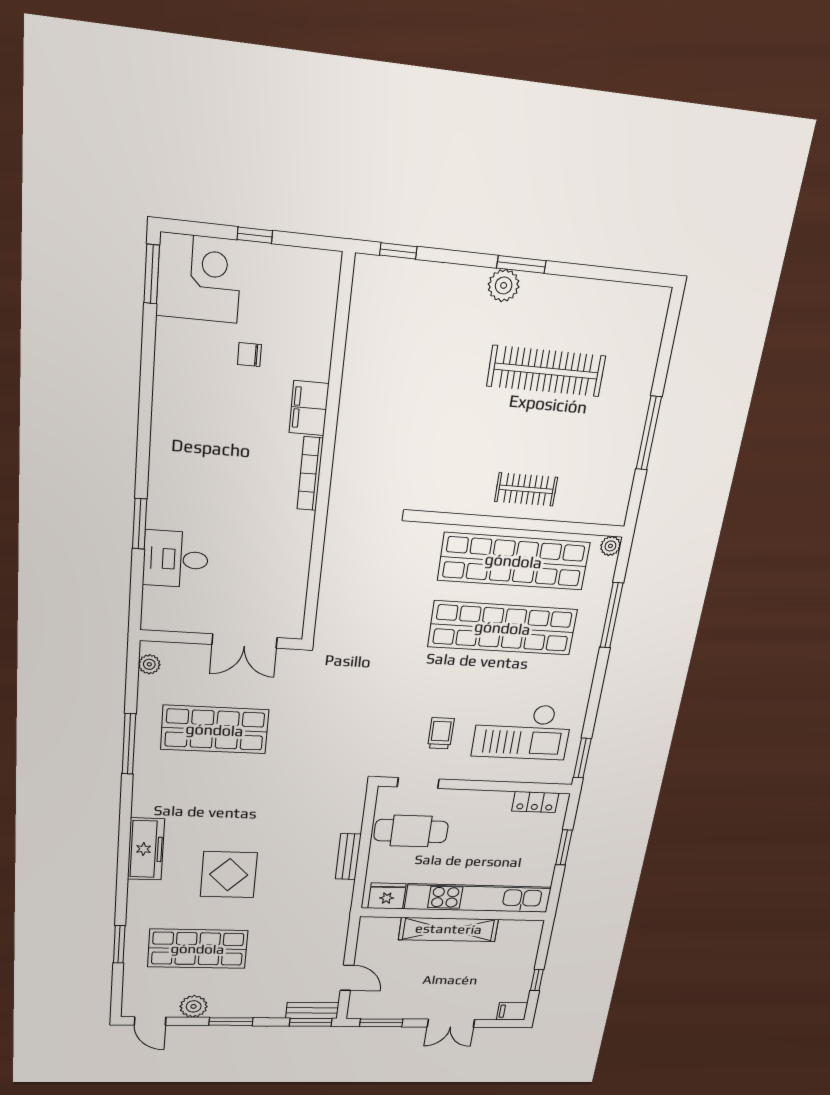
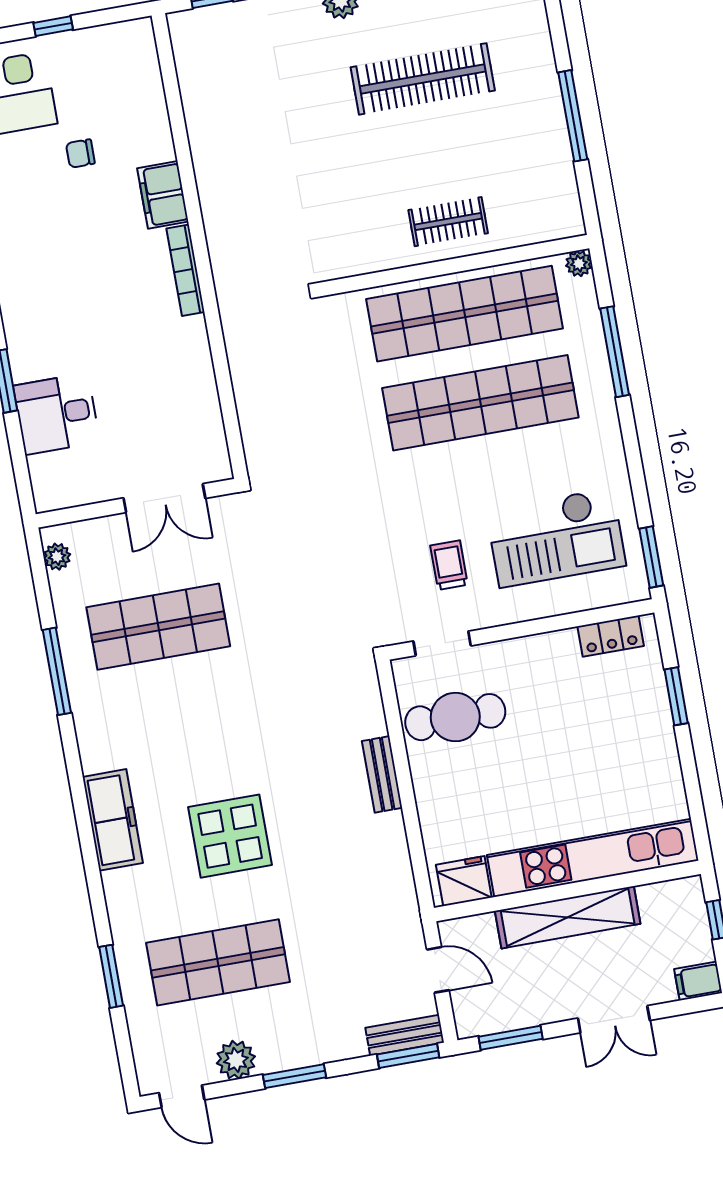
fridge: (387, 896) -> (464, 881), moved
kitchen unit: (478, 898) -> (593, 858), moved
wall: (454, 914) -> (567, 891), moved
shelving: (449, 929) -> (568, 917), moved

